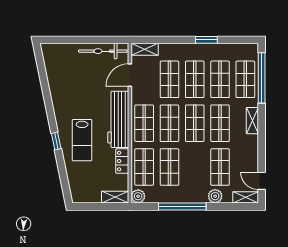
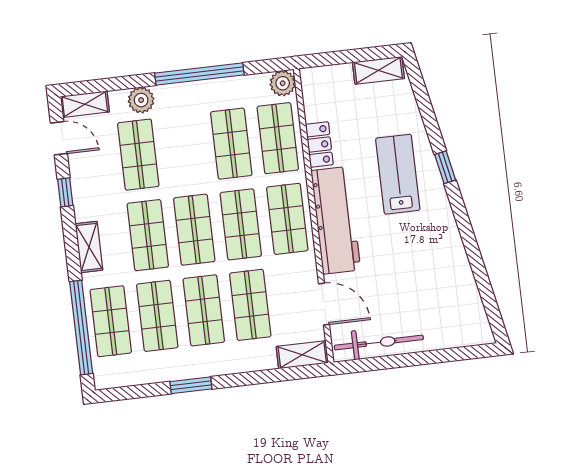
door: (130, 75) -> (324, 304), hinge flipped
window: (262, 151) -> (65, 192), added
shelving: (115, 197) -> (378, 70), moved

